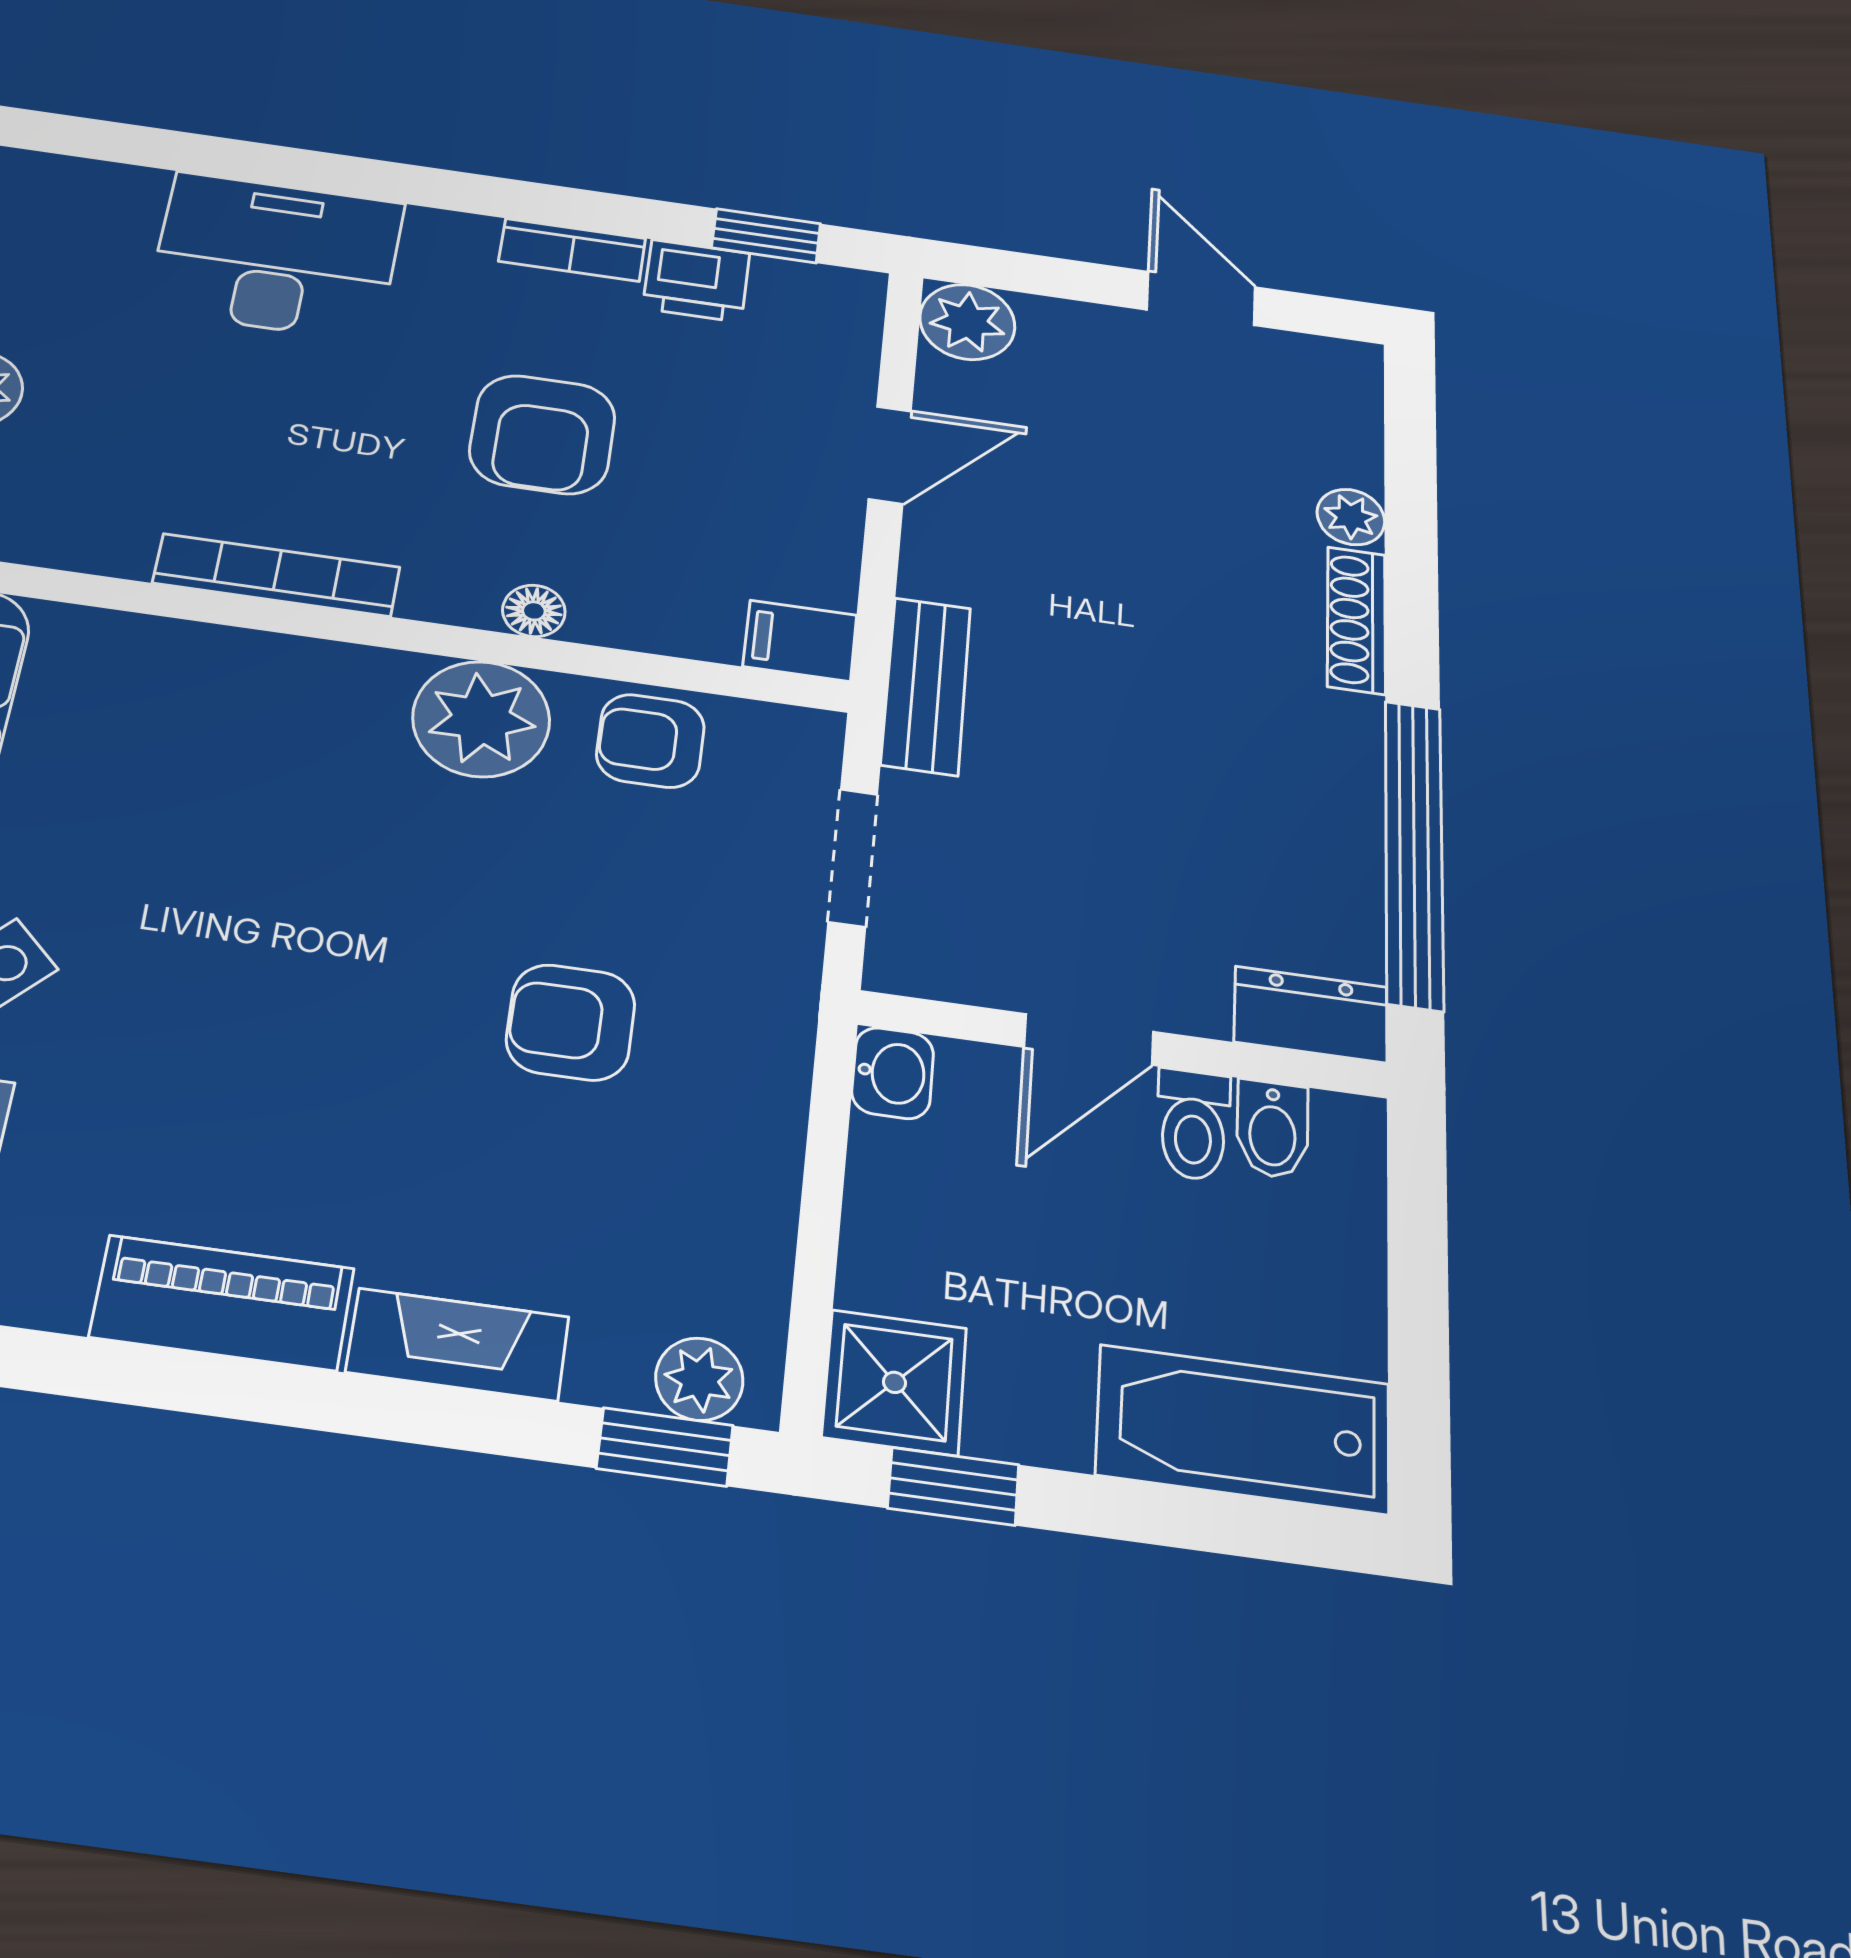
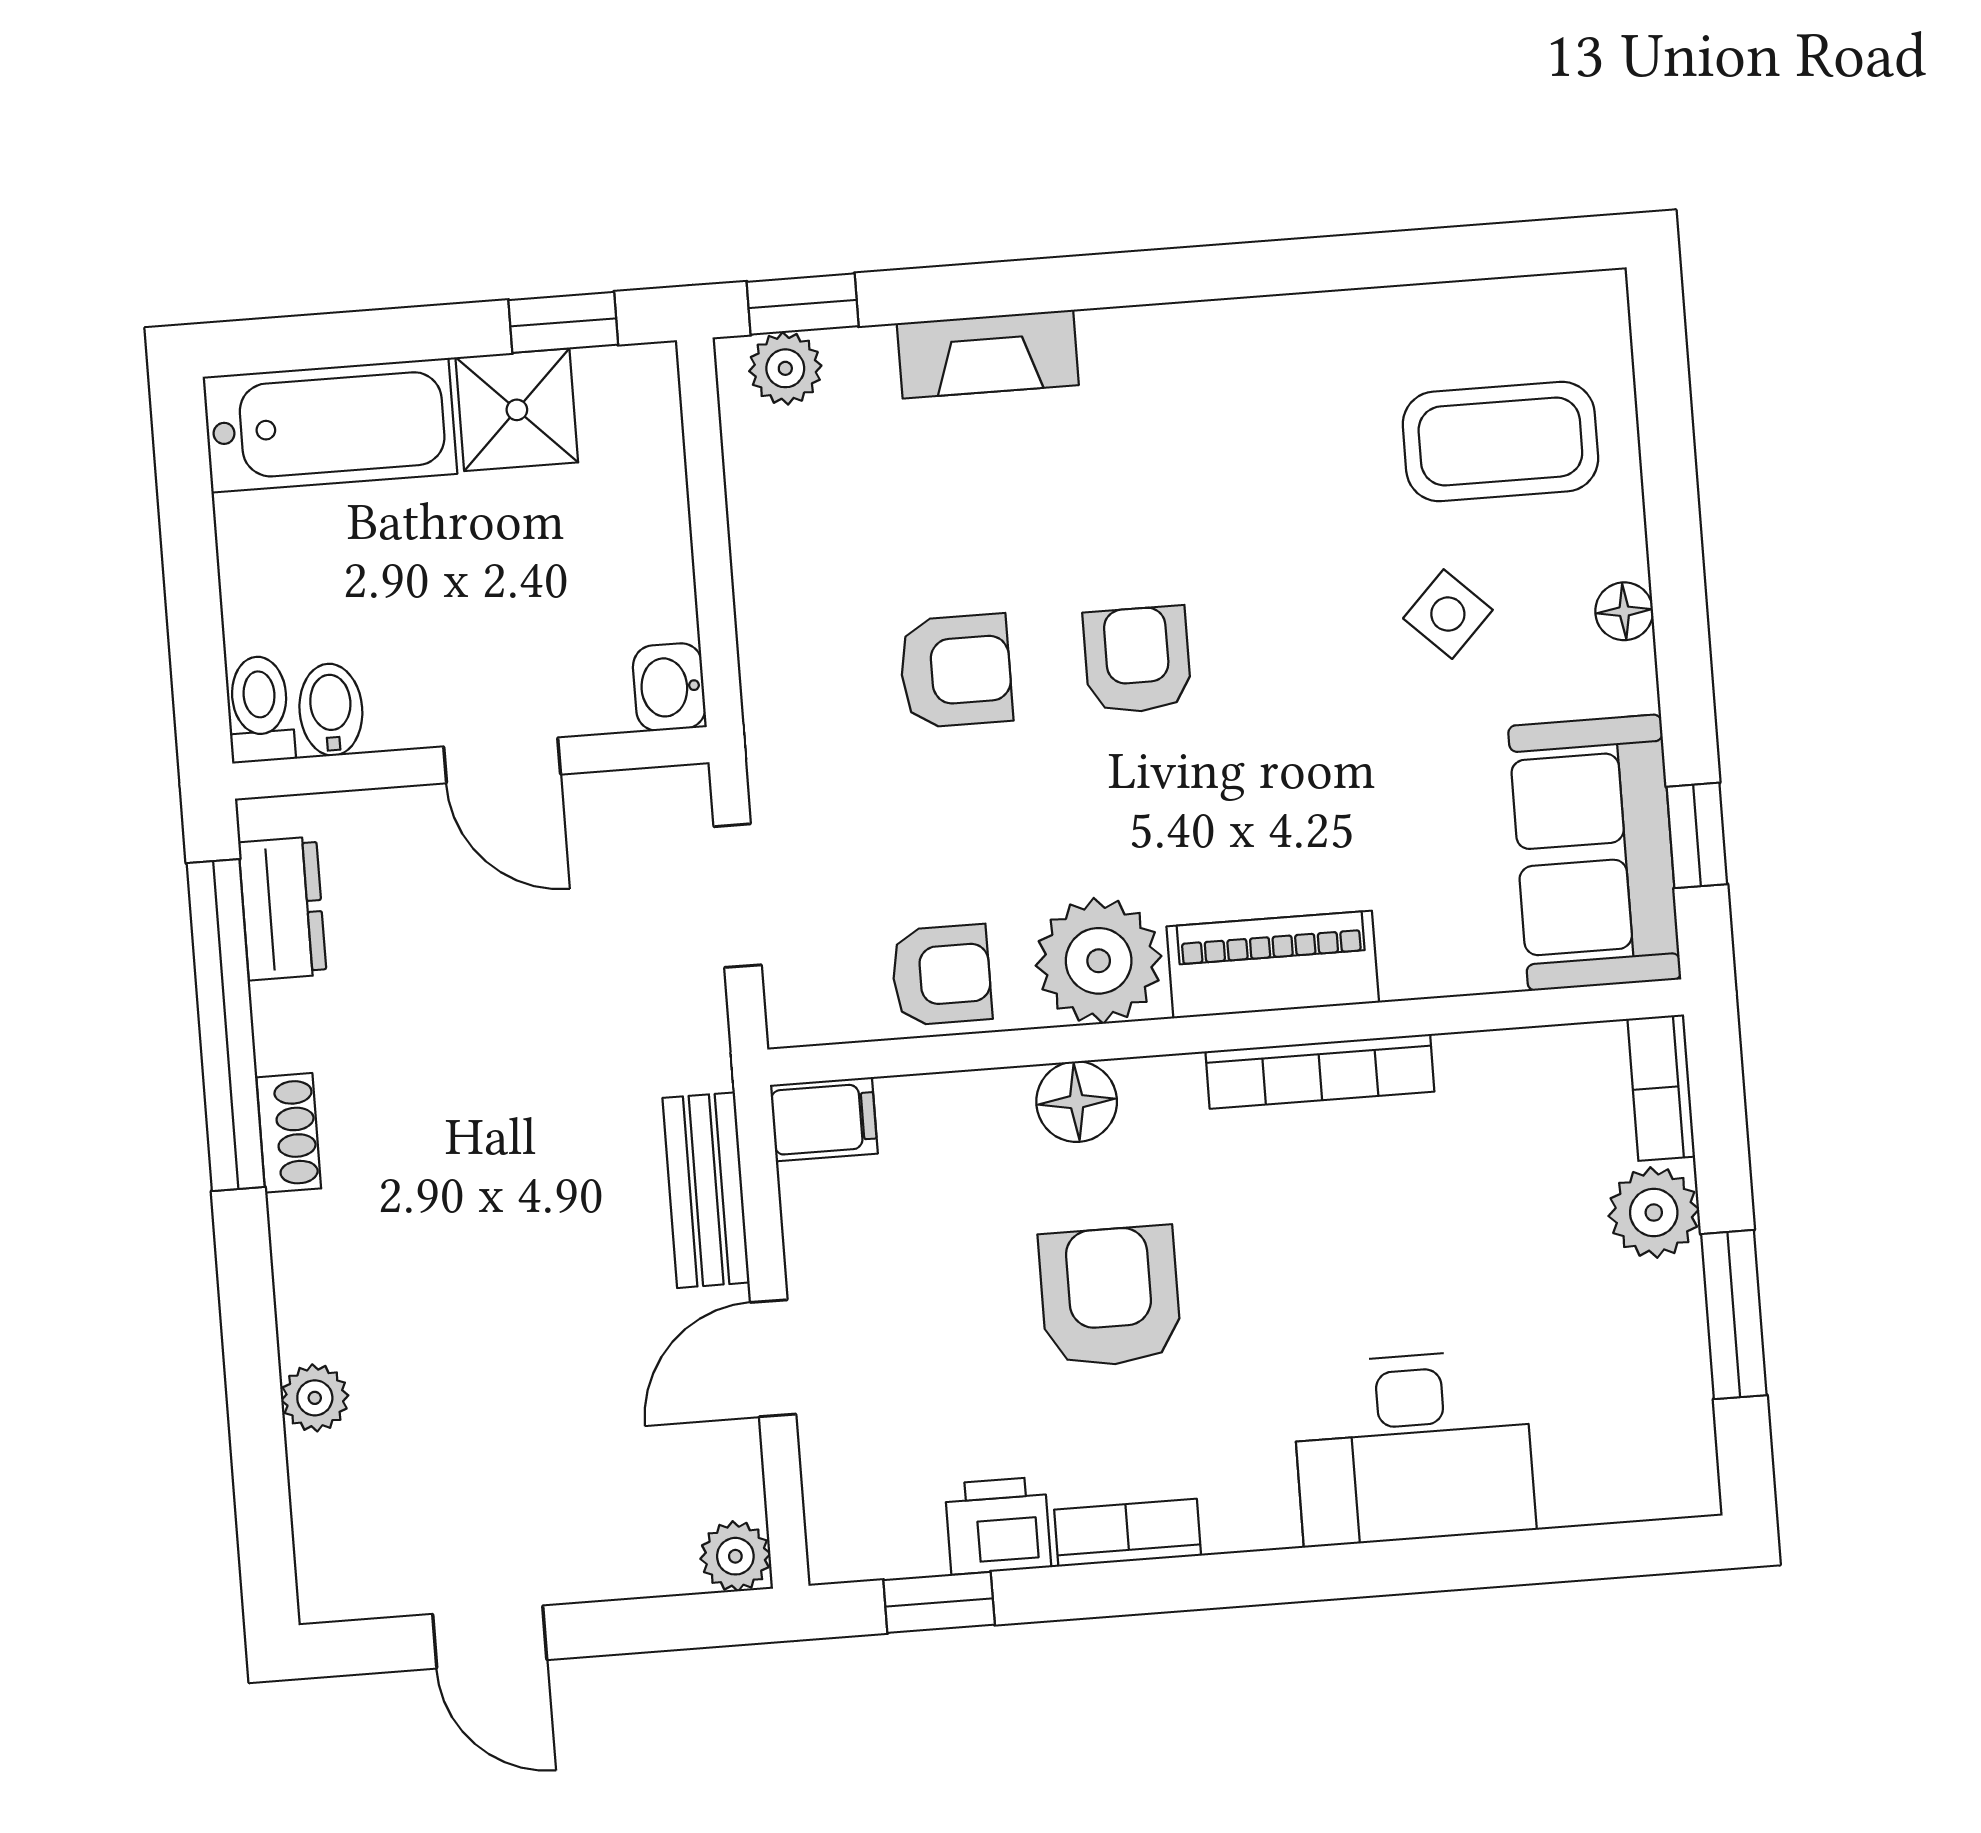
plant: (967, 322) -> (735, 1556), width x0.73, depth x0.73
floor lamp: (534, 611) -> (1077, 1102), width x1.37, depth x1.37
shoe rack: (1356, 620) -> (289, 1133), moved, width x0.70
bench: (926, 686) -> (706, 1190), moved
armchair: (366, 991) -> (1137, 660), added
dresser: (1311, 1014) -> (282, 908), moved, turned -90
door: (1089, 1039) -> (502, 760), swing flipped
toilet: (1193, 1125) -> (260, 709), moved
piano: (222, 1303) -> (1273, 964), moved, turned 180
shower: (894, 1382) -> (517, 410), moved

